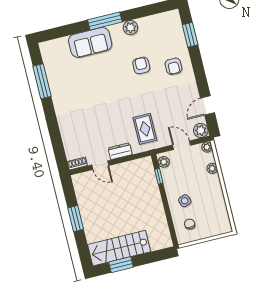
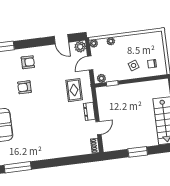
window: (42, 81) -> (18, 167), moved
rug: (145, 129) -> (74, 90), turned 90

